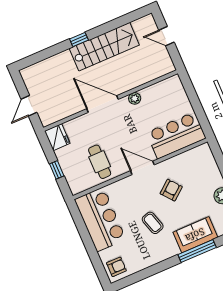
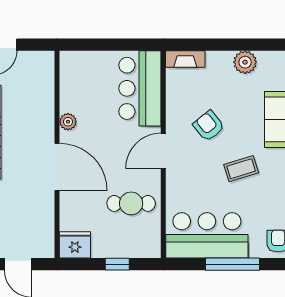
door: (103, 104) -> (57, 167), swing flipped
fireplace: (208, 156) -> (185, 59), added
window: (89, 244) -> (232, 264), added

